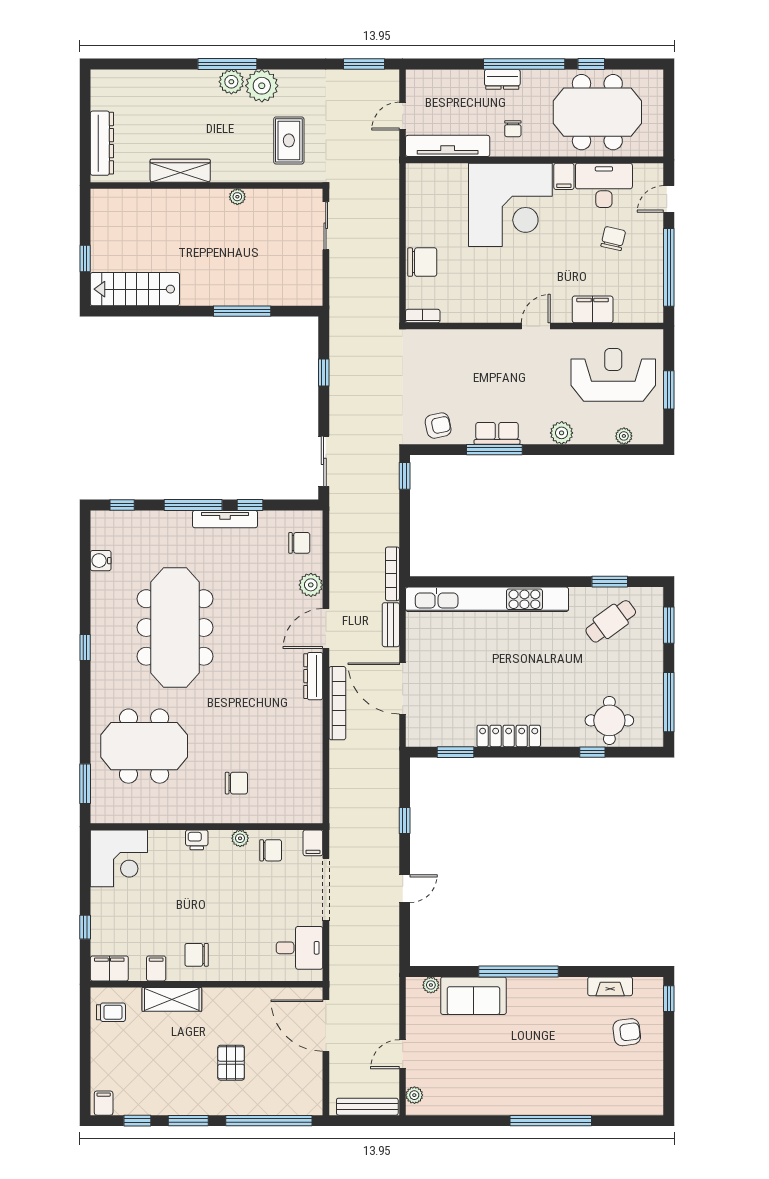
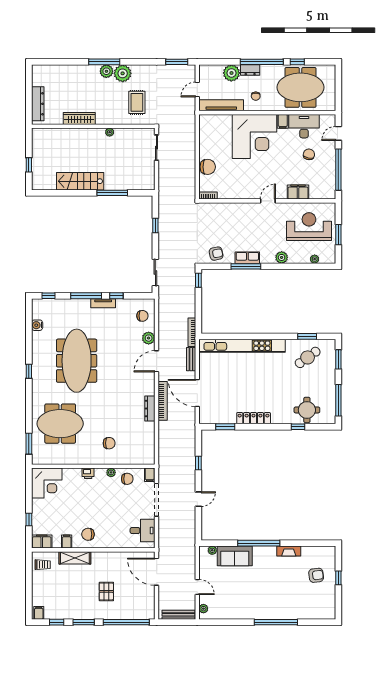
plant: (467, 85) -> (231, 73), added
stairs: (135, 289) -> (80, 181), moved
tv unit: (225, 519) -> (103, 303), width x0.71
dresser: (313, 676) -> (150, 409), moved
fireplace: (610, 986) -> (289, 551), moved
window: (669, 999) -> (338, 578), moved
door: (403, 1054) -> (197, 587), swing flipped

